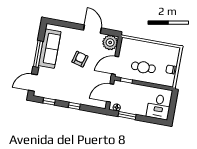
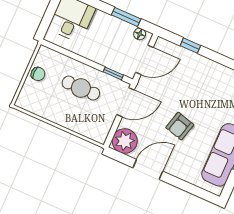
door: (92, 29) -> (148, 169), swing flipped
window: (74, 106) -> (190, 46), moved

